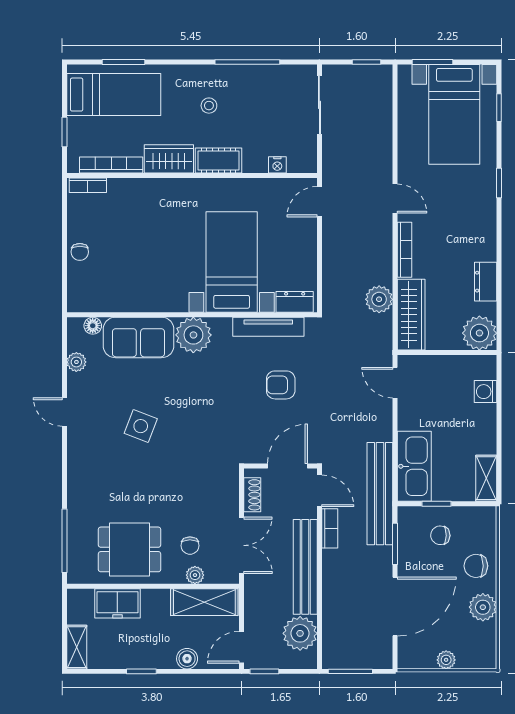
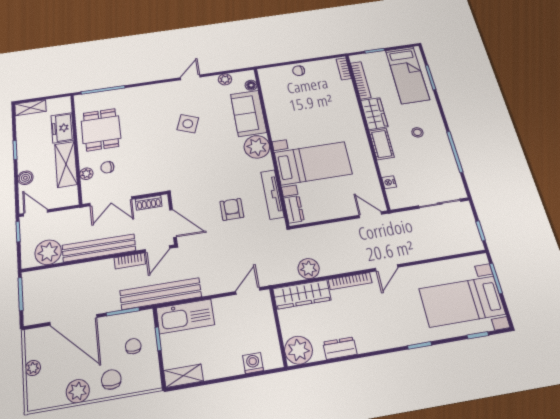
shelving: (204, 602) -> (66, 164), moved

